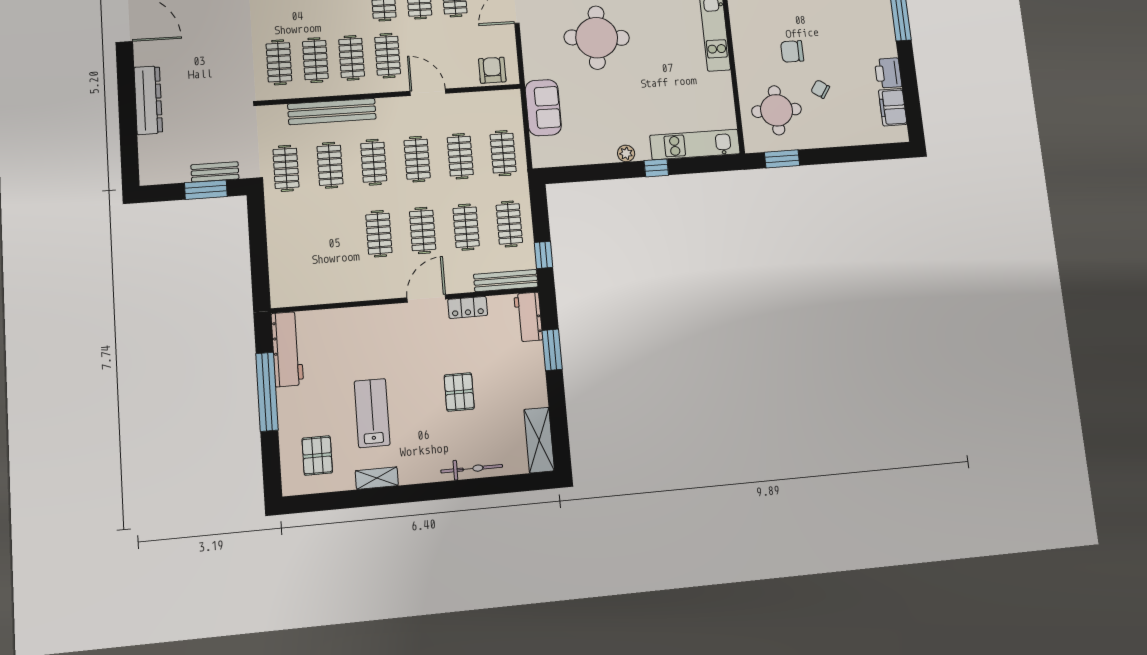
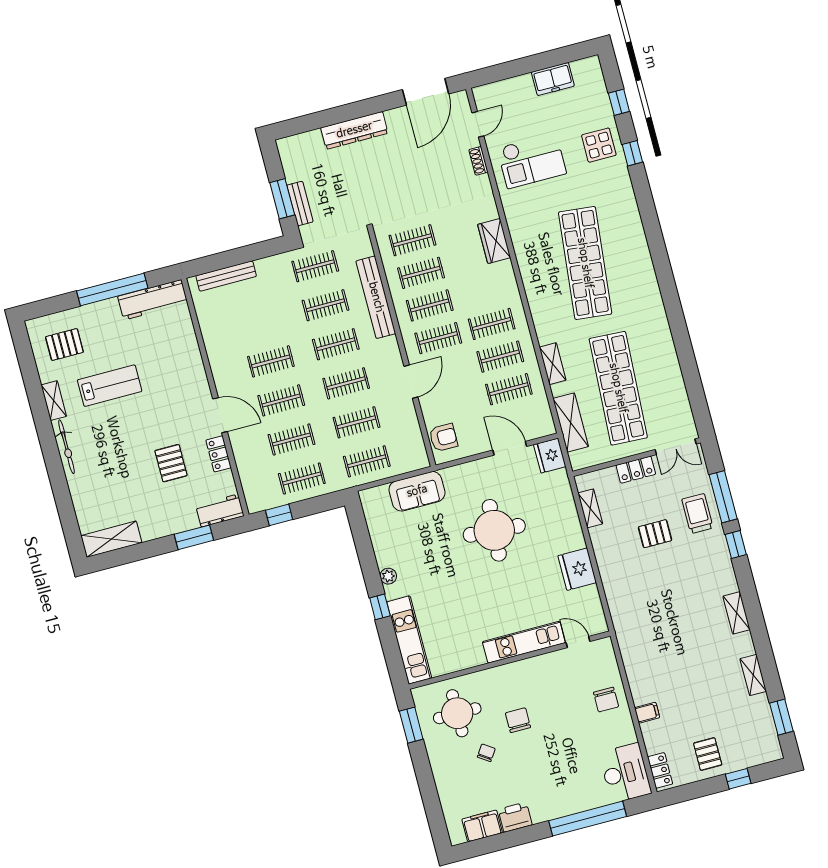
bench: (506, 281) -> (226, 276), moved, turned 90
pallet: (459, 392) -> (171, 463), moved, turned 90
bicycle: (472, 469) -> (66, 447), moved

